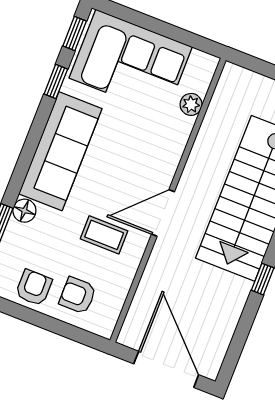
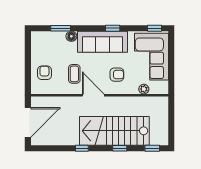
window: (56, 82) -> (113, 28), moved
armchair: (34, 288) -> (117, 75), moved

